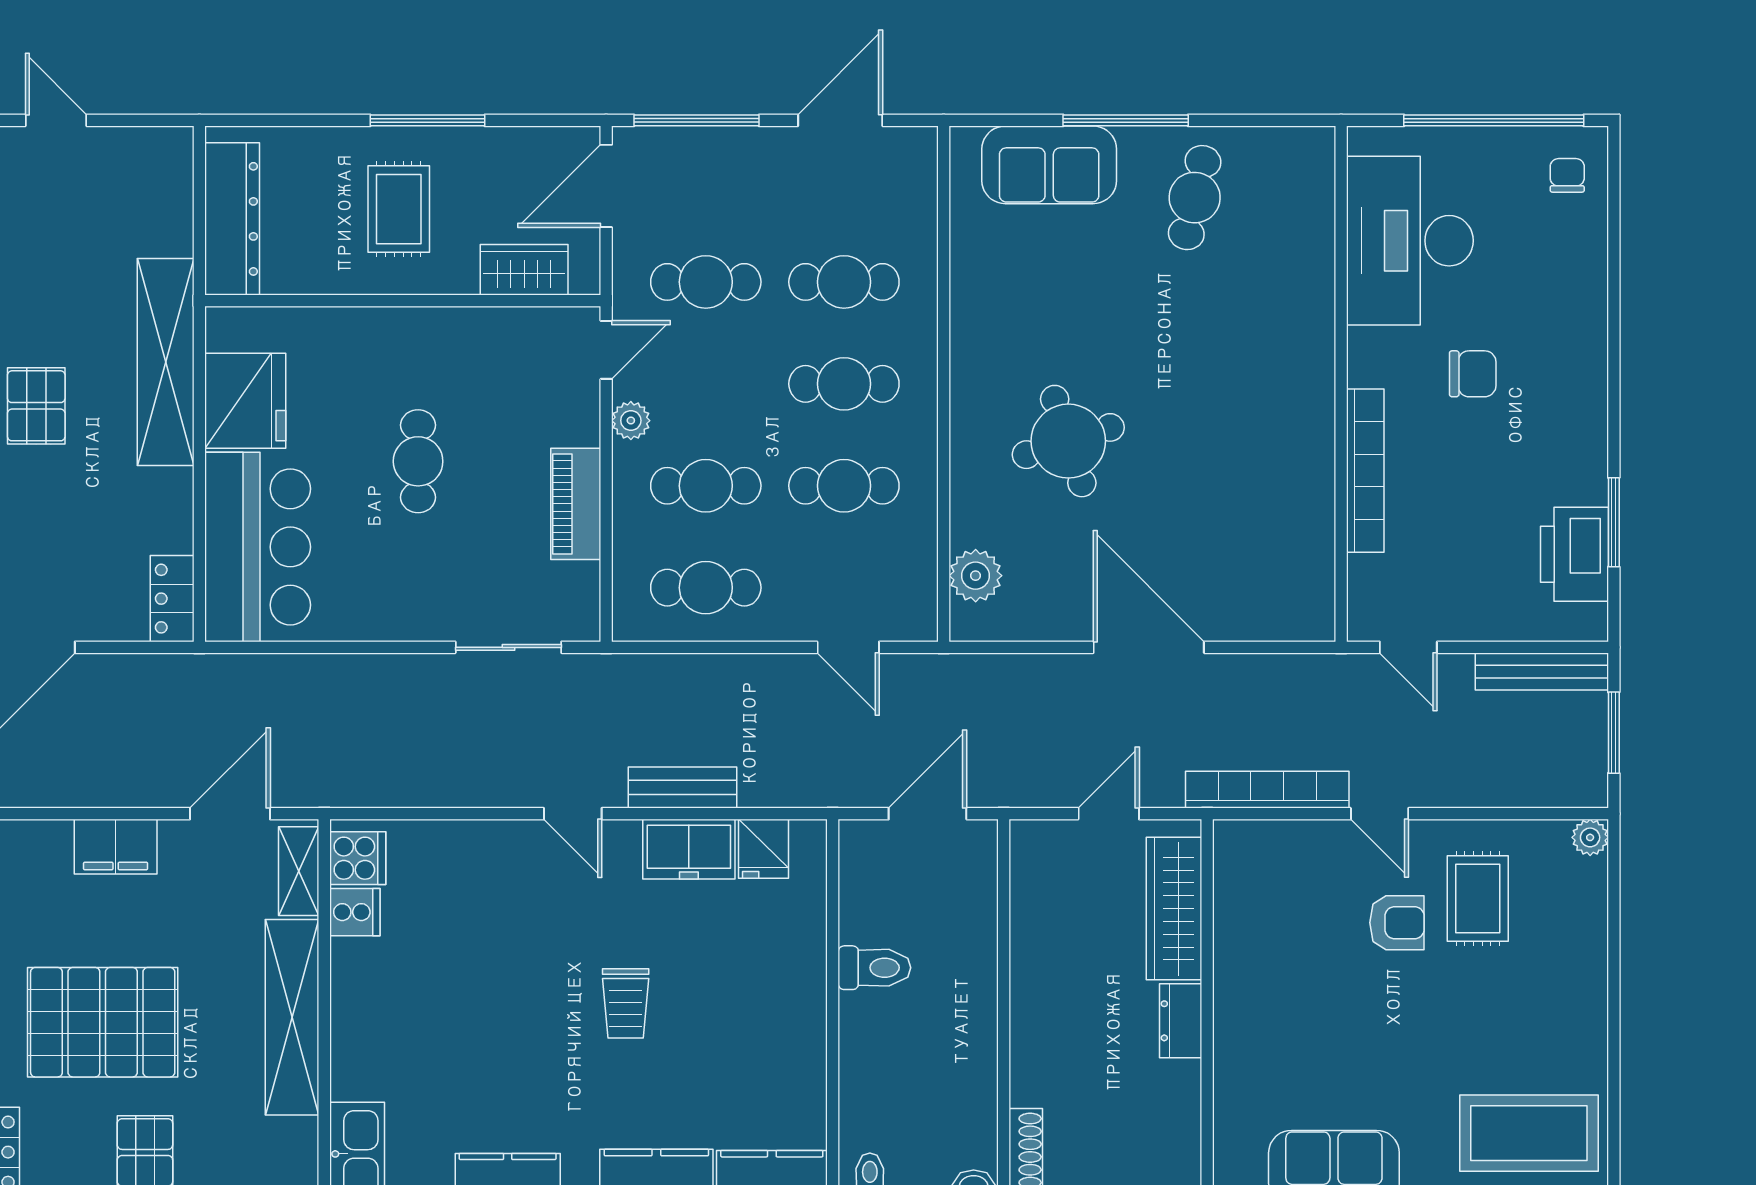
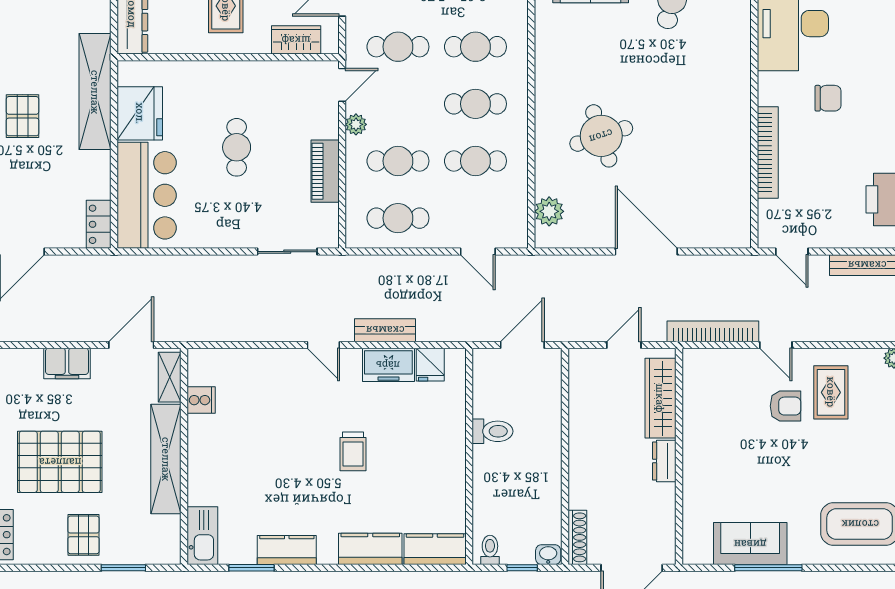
cooker: (358, 858) -> (203, 370), removed

